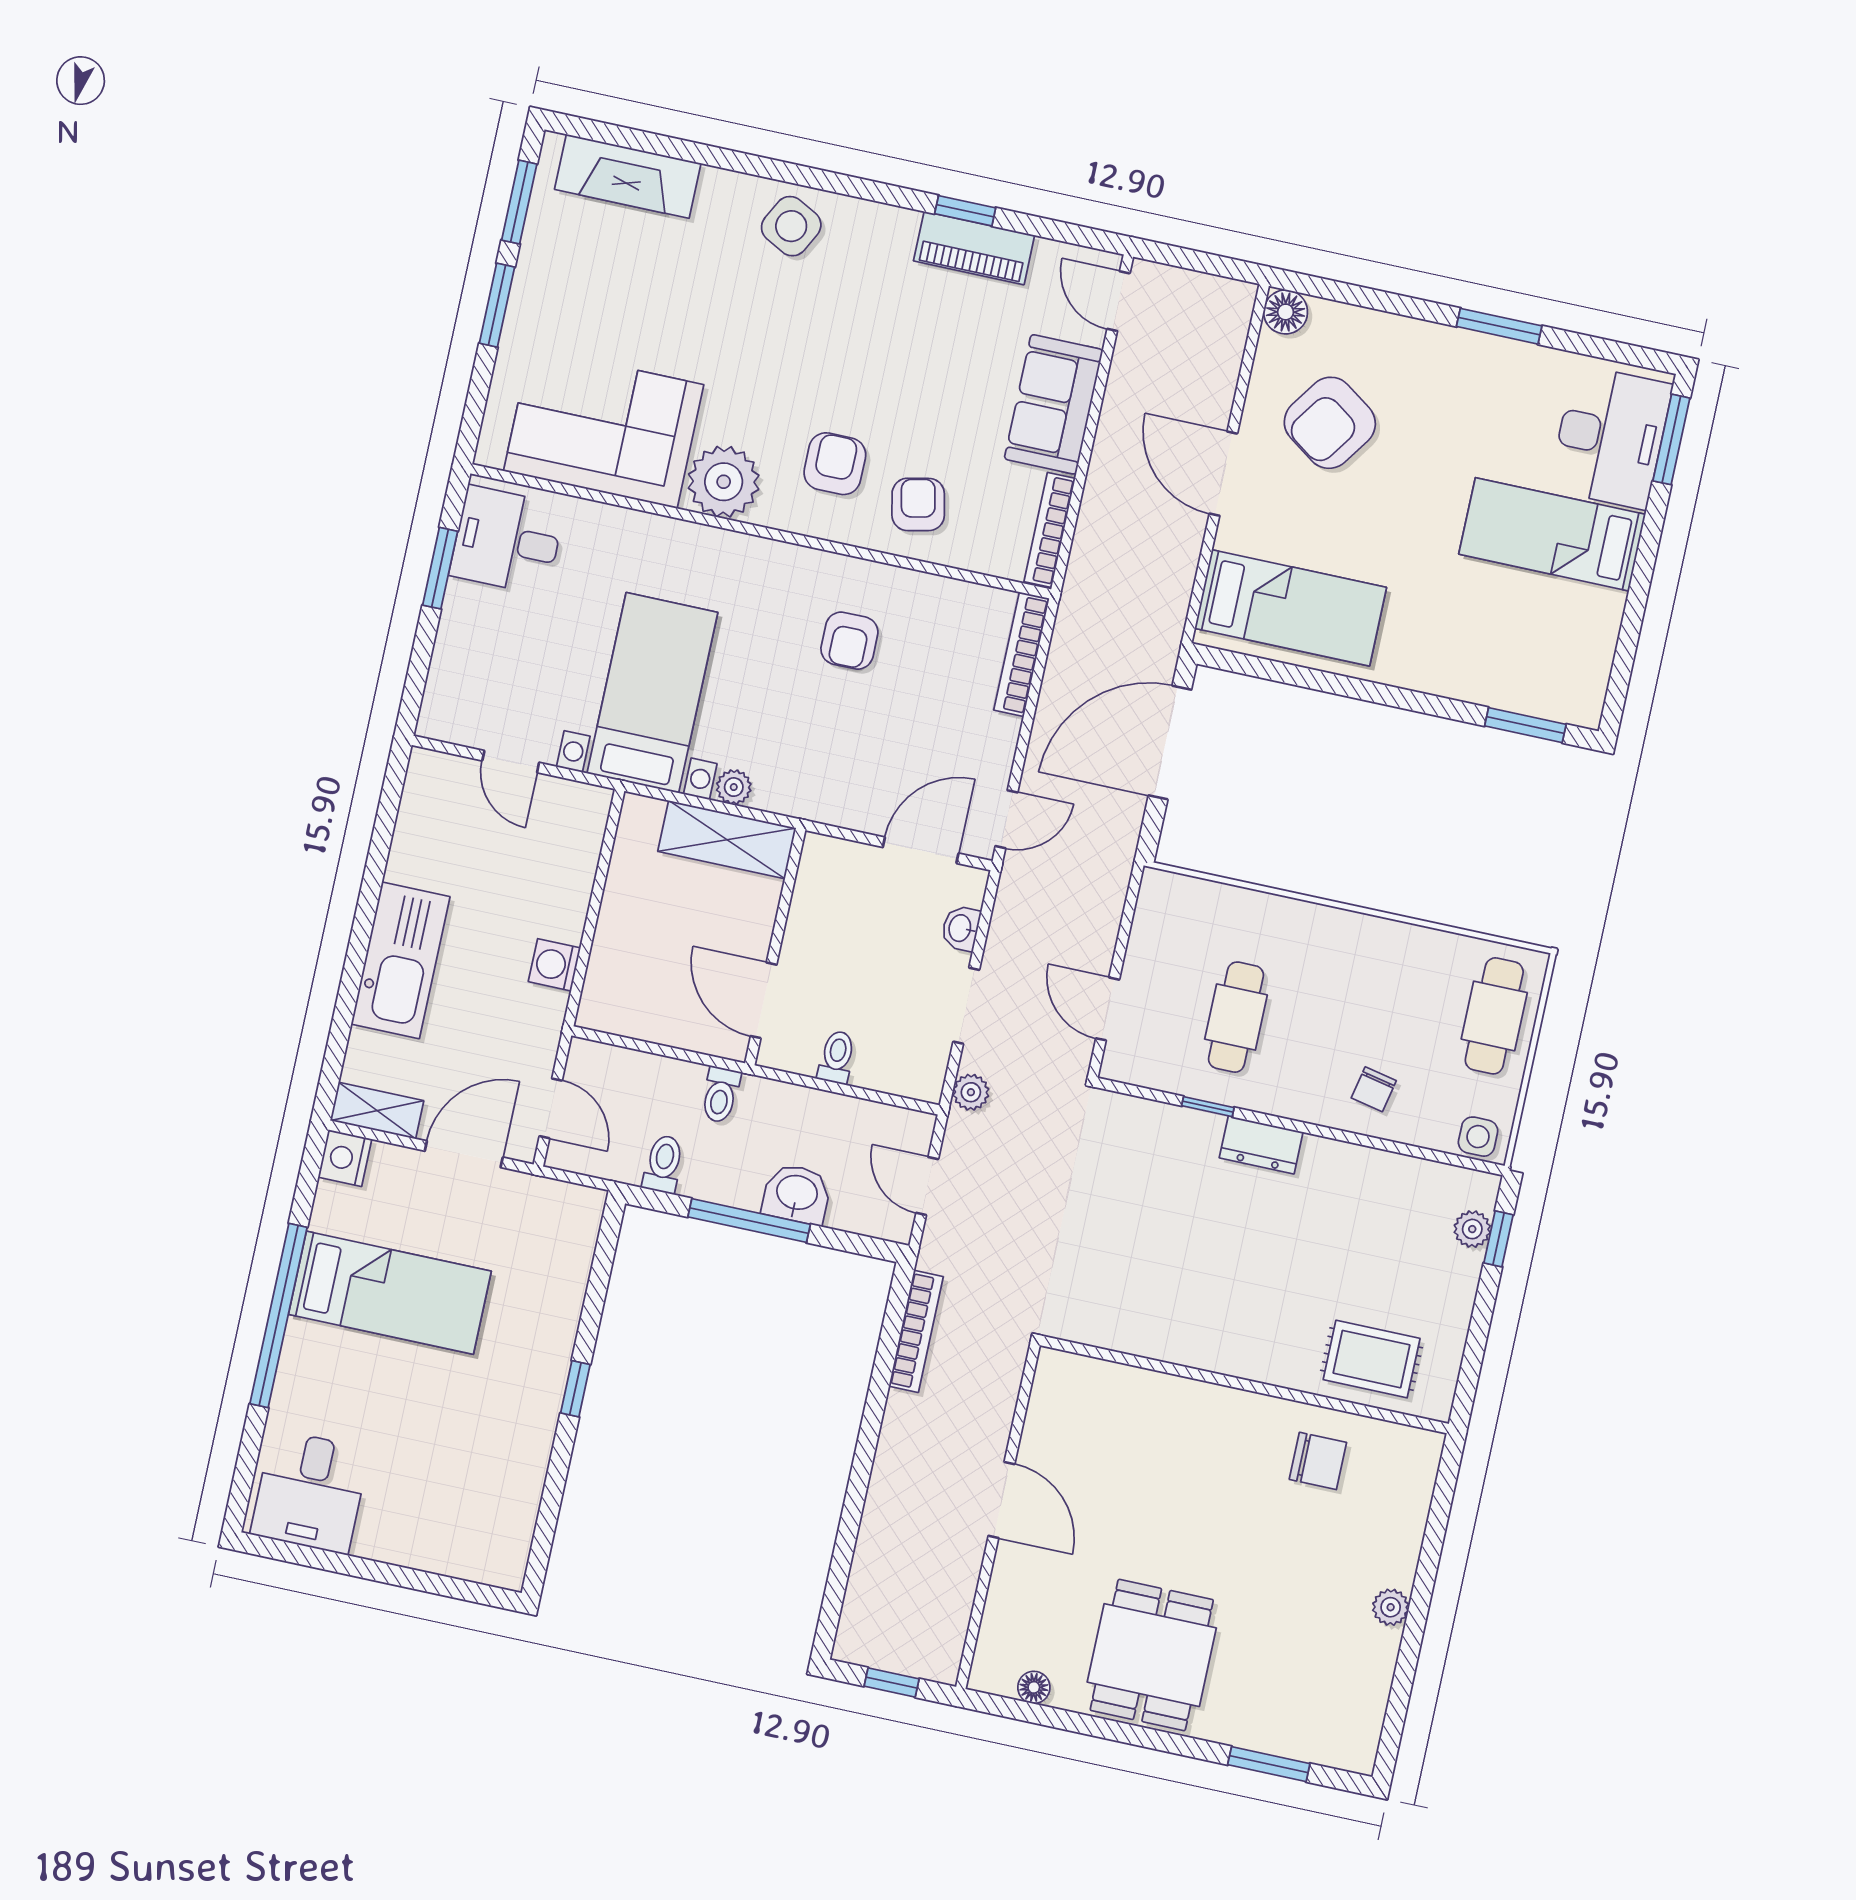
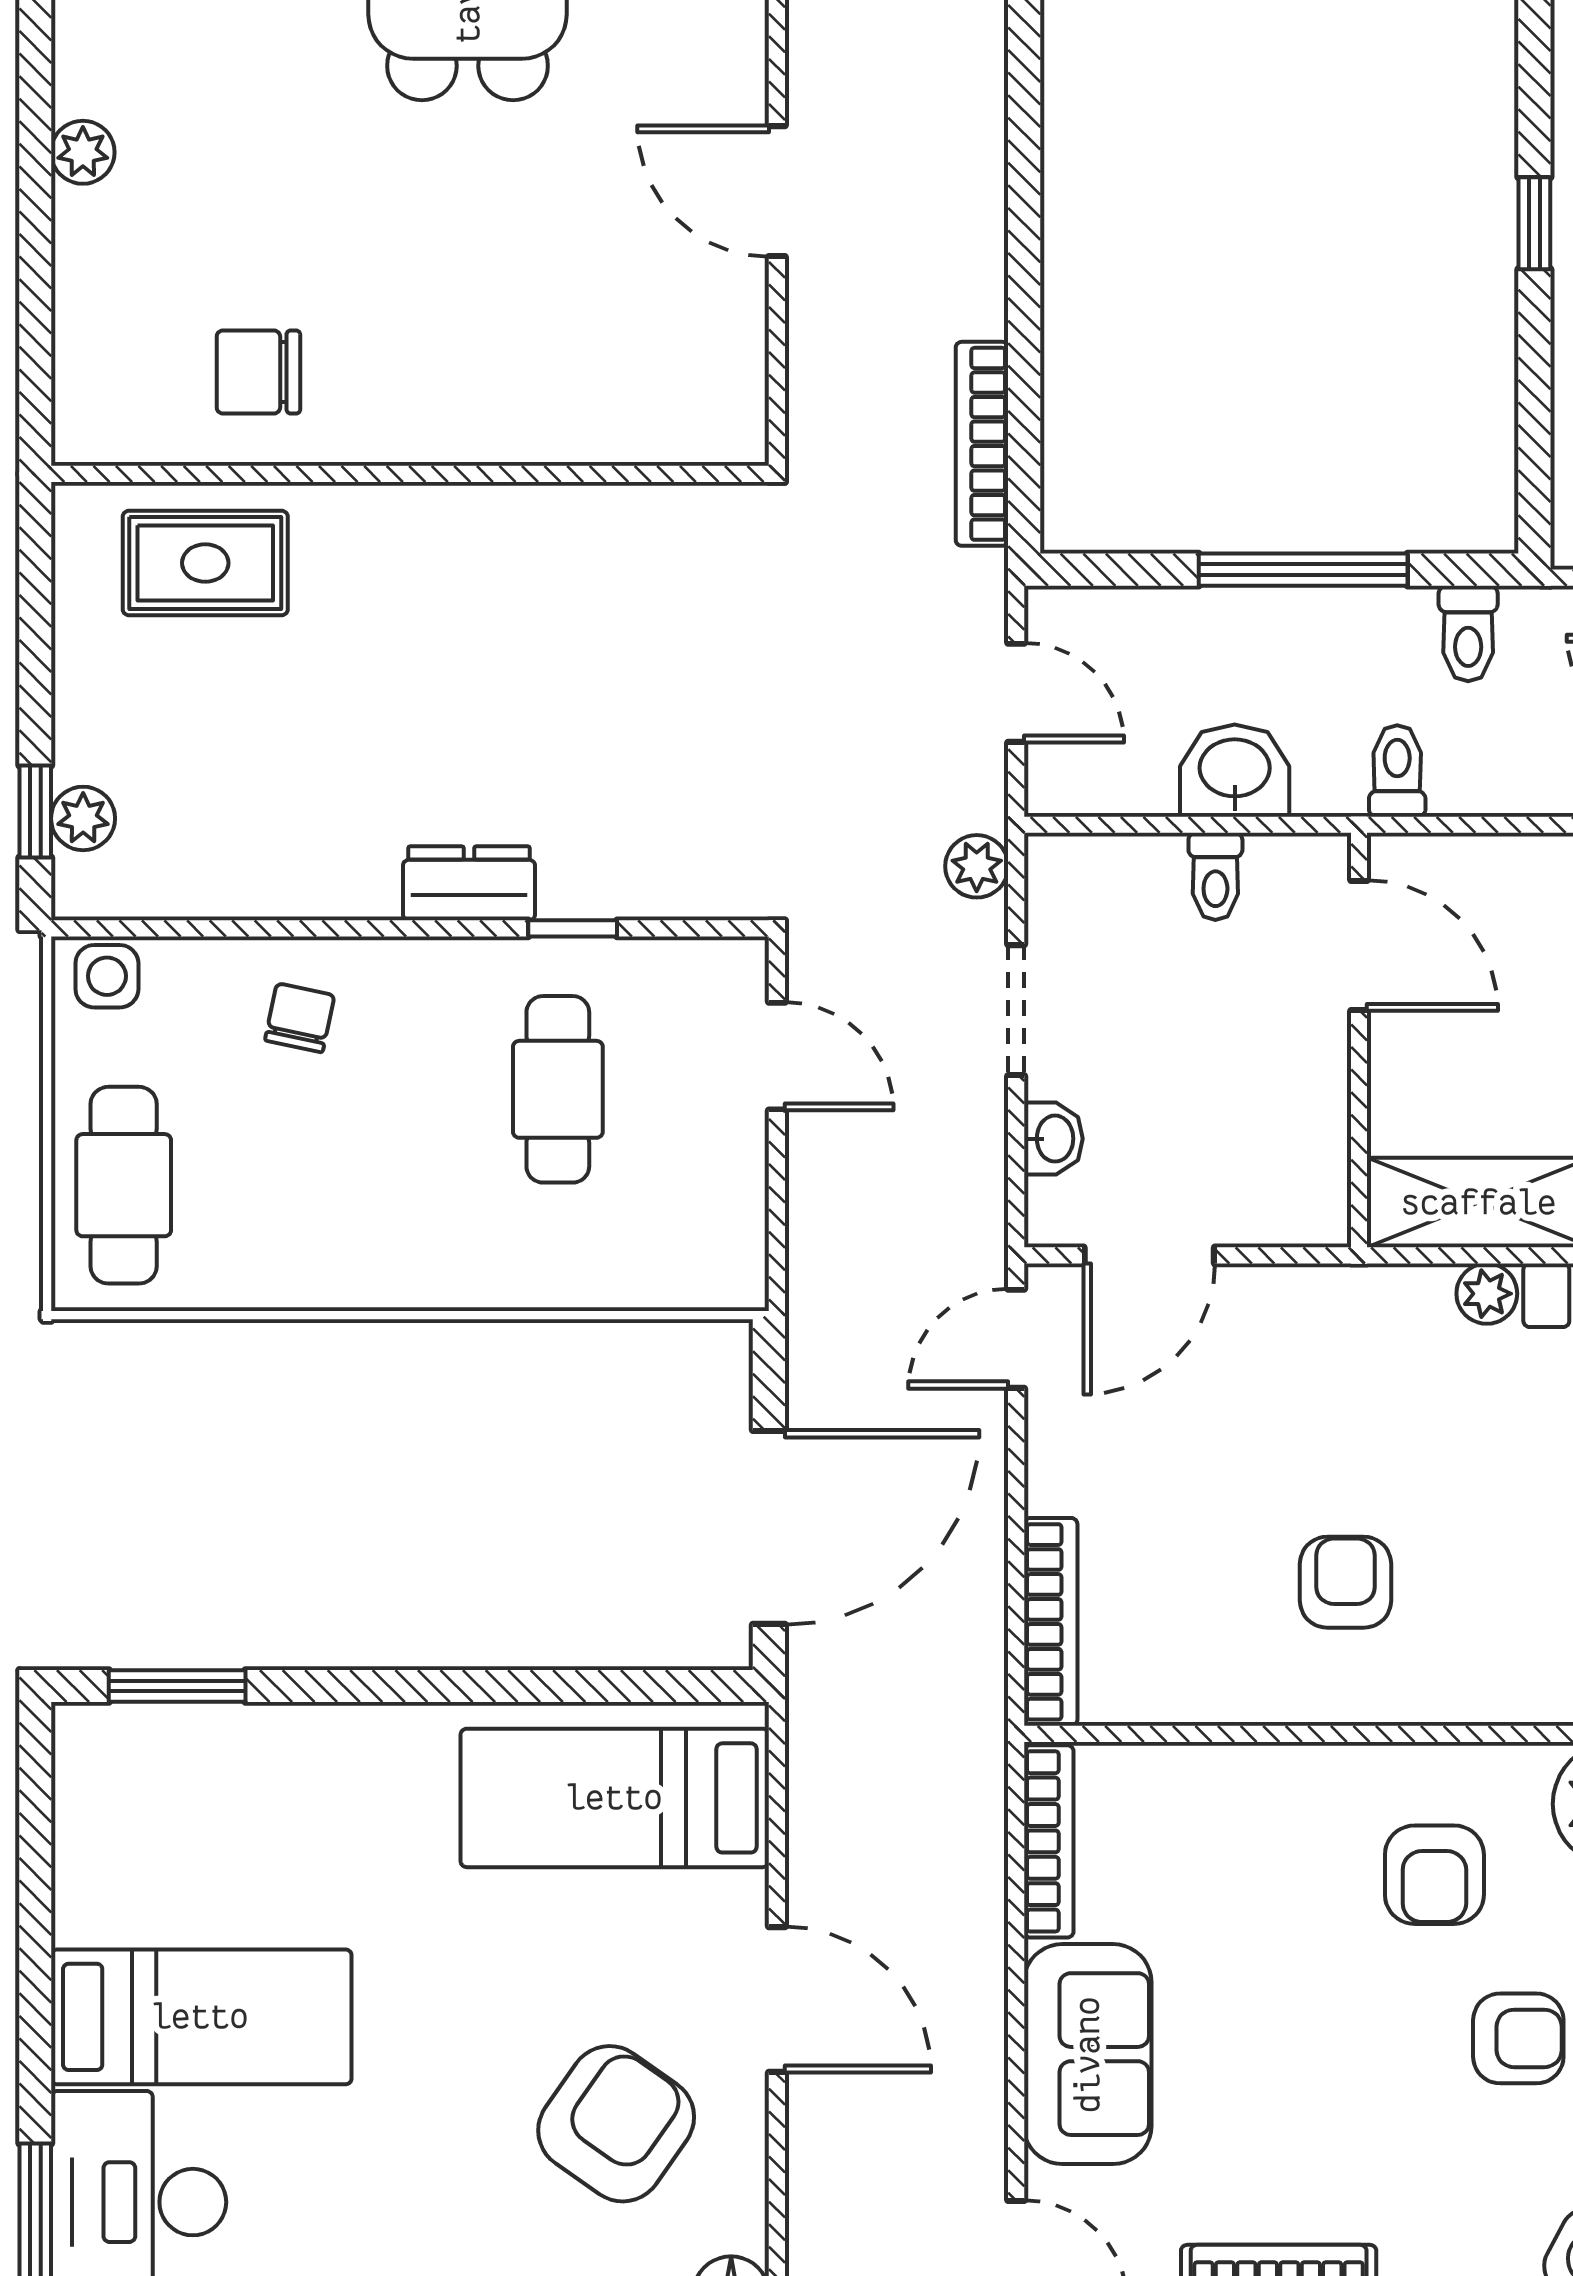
armchair: (918, 504) -> (1518, 2038), moved, turned -78
washbasin: (797, 1194) -> (1235, 771), moved, turned 180

